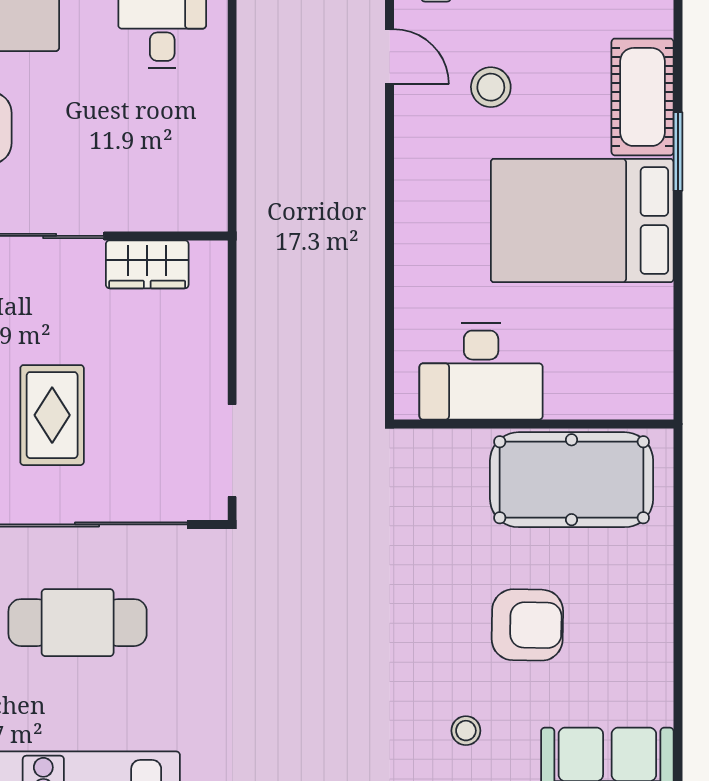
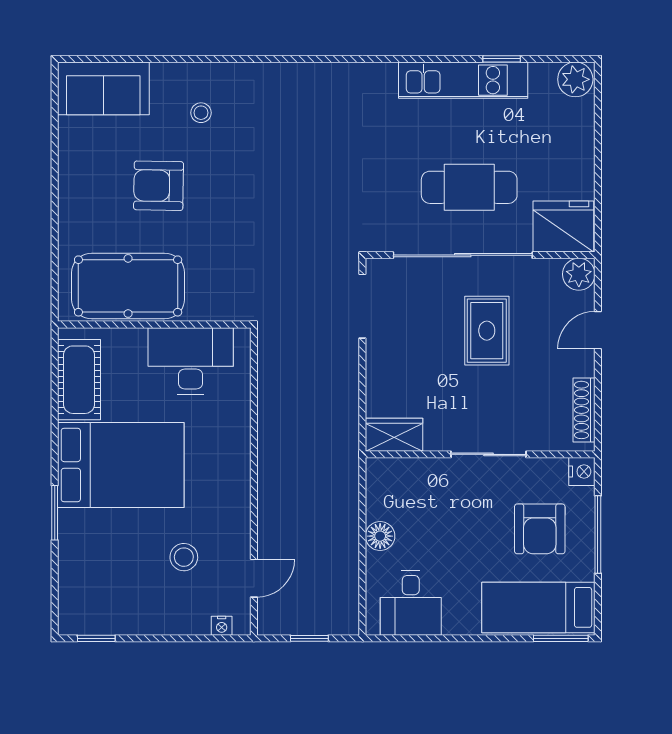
door: (389, 57) -> (254, 578), swing flipped
cot: (643, 97) -> (79, 380), moved
floor lamp: (207, 118) -> (380, 536), added
wardrobe: (147, 264) -> (394, 435), moved

